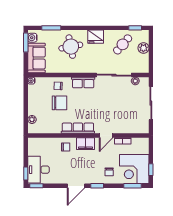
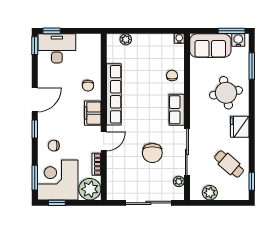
plant: (143, 48) -> (210, 193), moved
chair: (60, 103) -> (152, 153), moved
row of seats: (78, 128) -> (114, 94), width x1.36
door: (106, 136) -> (104, 141), swing flipped
plant: (141, 146) -> (90, 189), added
door: (76, 186) -> (35, 100), swing flipped

